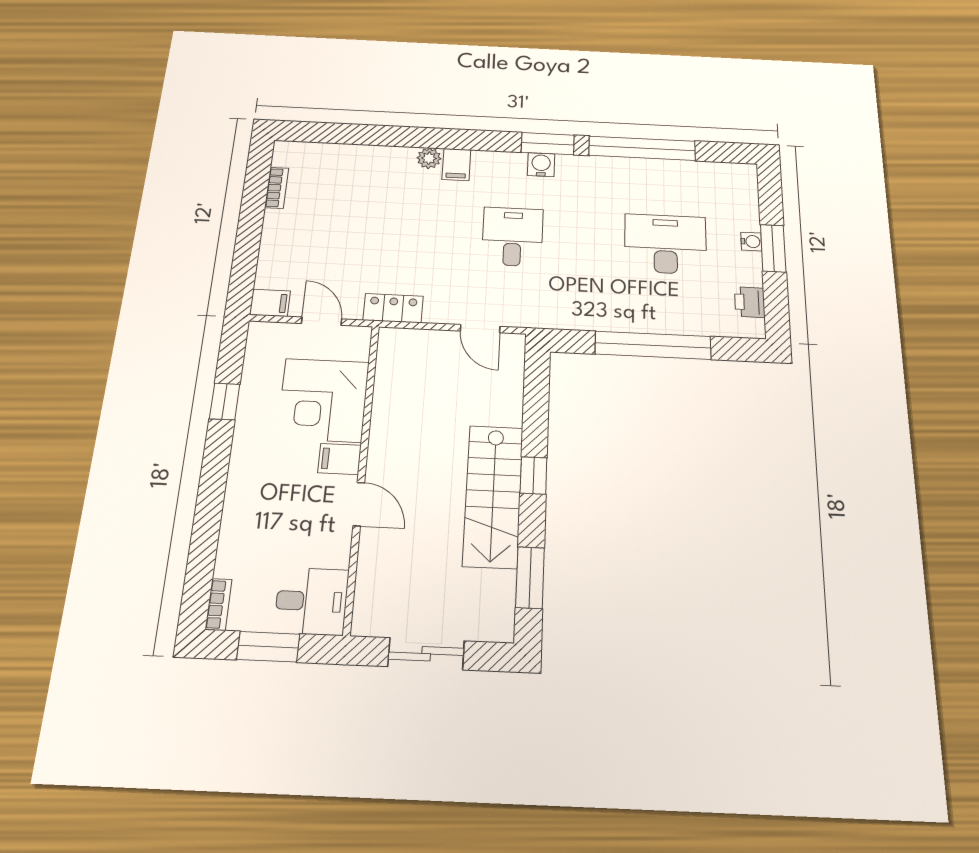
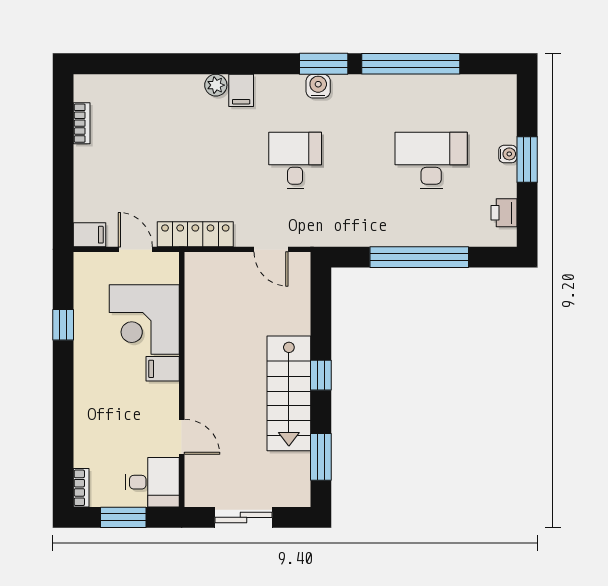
locker: (393, 308) -> (195, 234), width x1.53
door: (359, 504) -> (182, 437), moved

